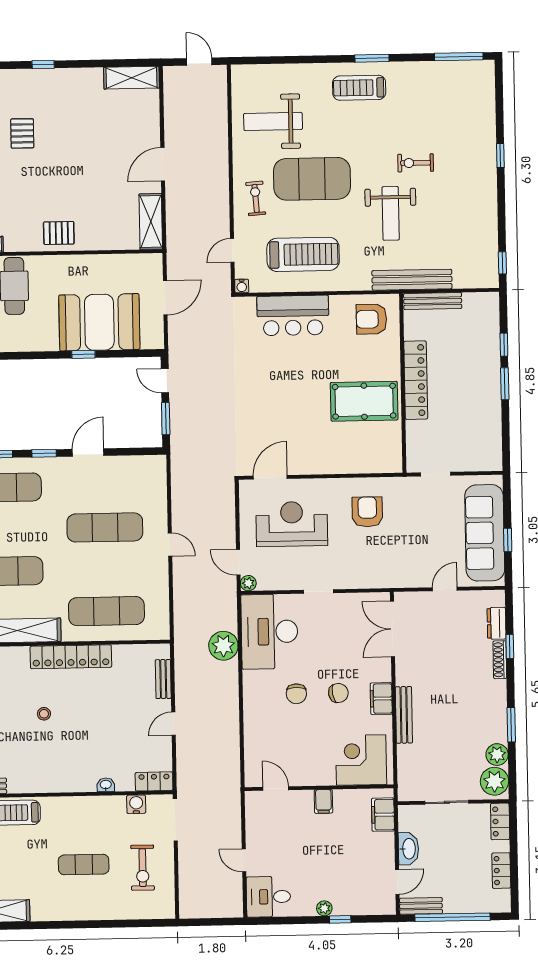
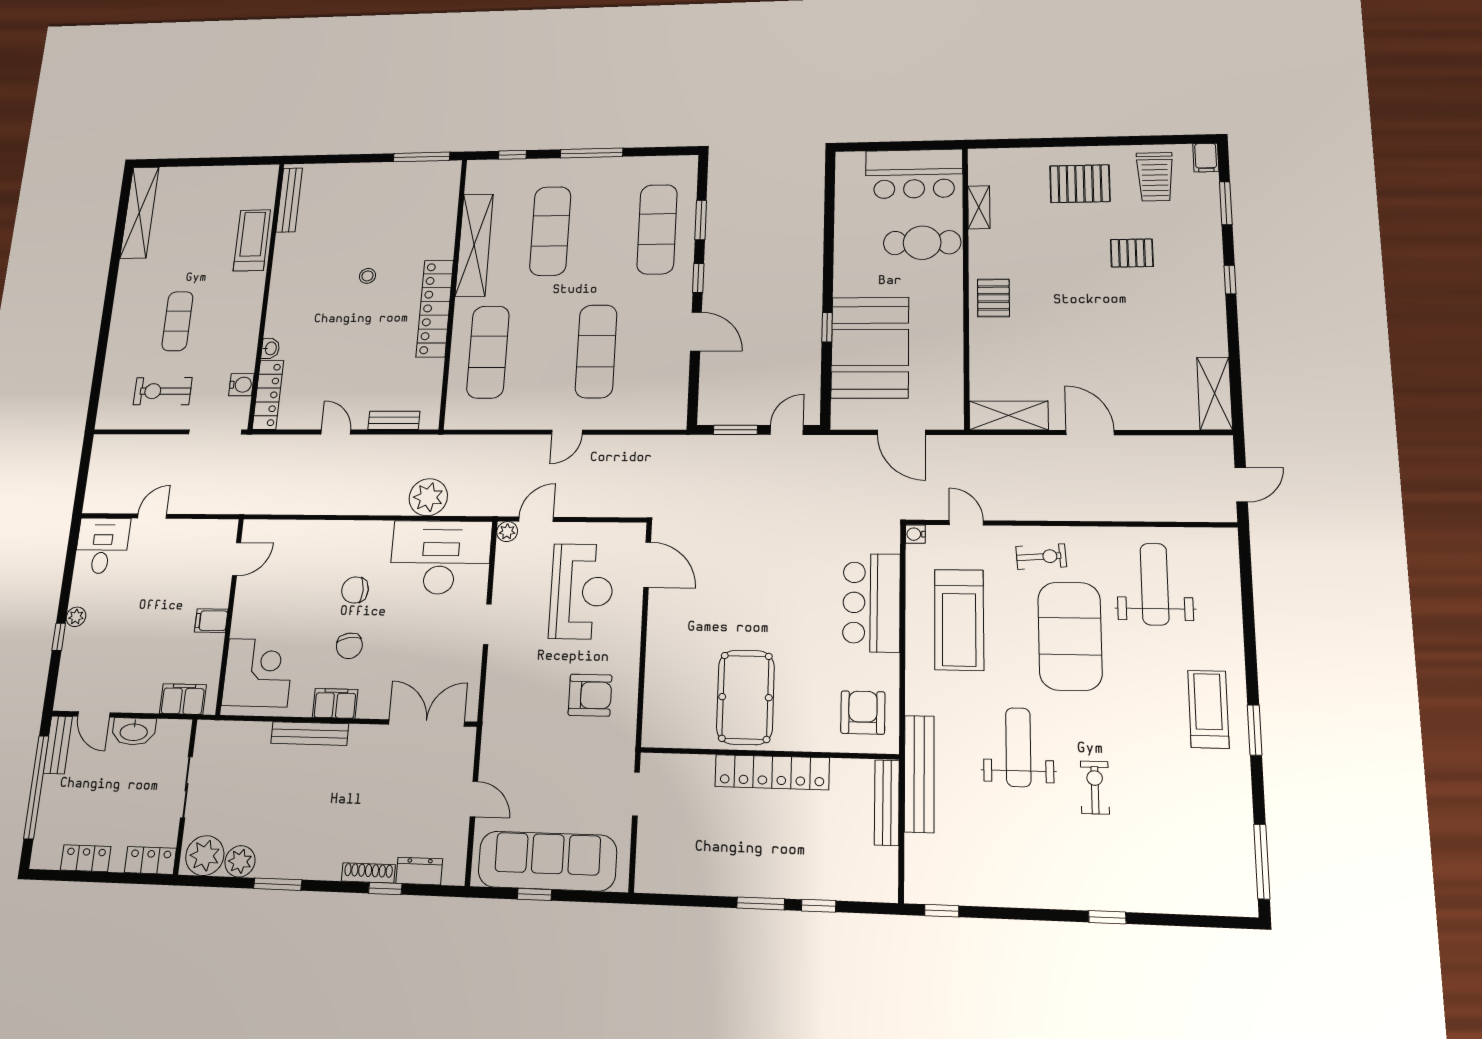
weight bench: (391, 213) -> (1018, 747), turned 90
locker: (154, 781) -> (268, 395), width x1.53

